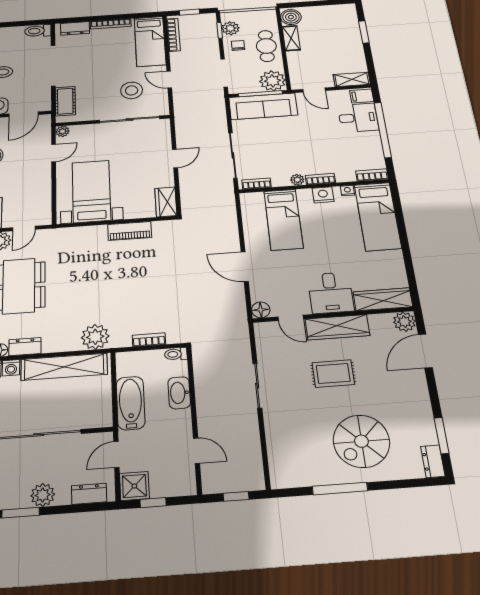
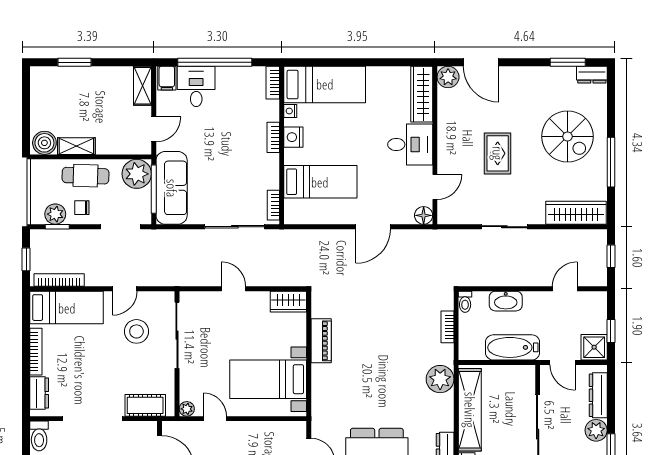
plant: (297, 180) -> (272, 162), removed
wardrobe: (337, 327) -> (576, 213), moved, turned -90
dresser: (89, 494) -> (598, 395), width x1.44

